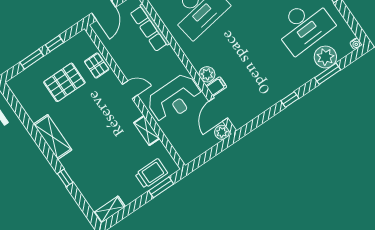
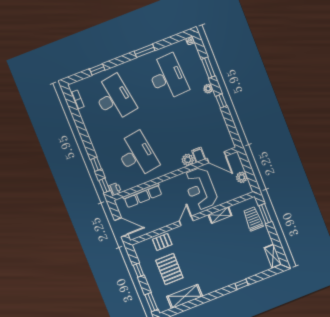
plant: (325, 57) -> (208, 89), moved, width x0.53, depth x0.53
window: (32, 59) -> (151, 302), moved
reception desk: (174, 98) -> (200, 189), turned 180
plant: (222, 132) -> (242, 177), moved
shelving: (53, 137) -> (185, 296), moved

